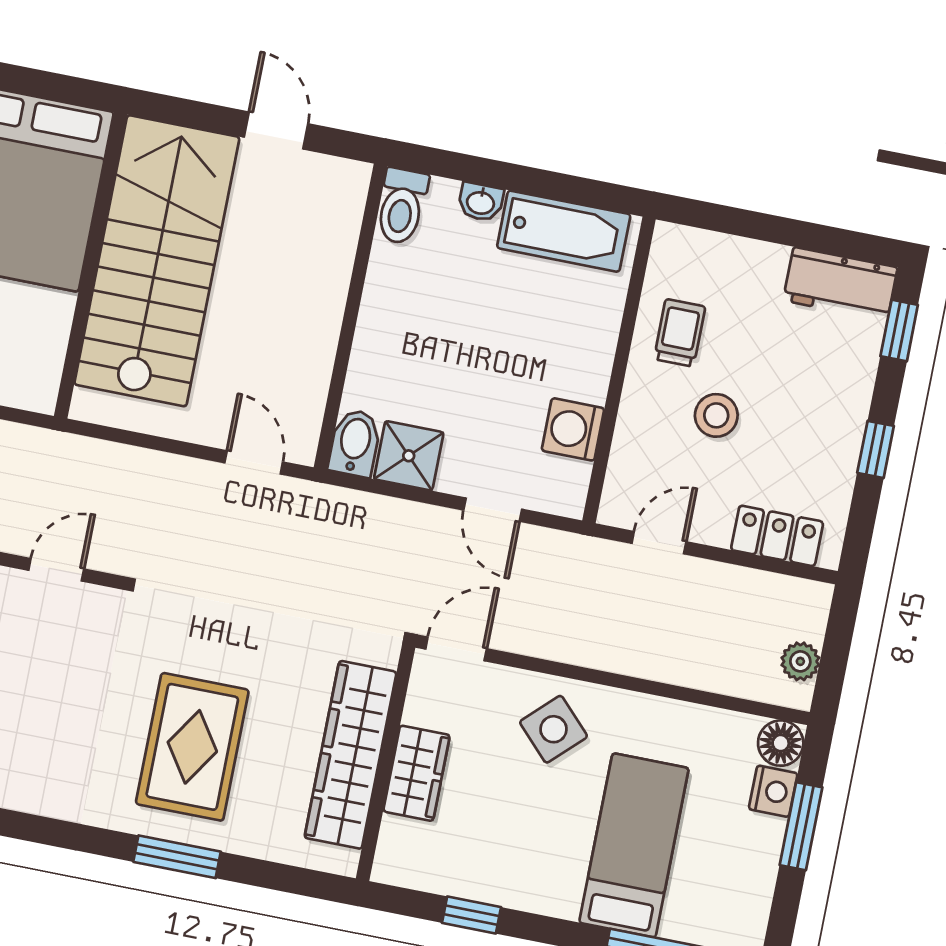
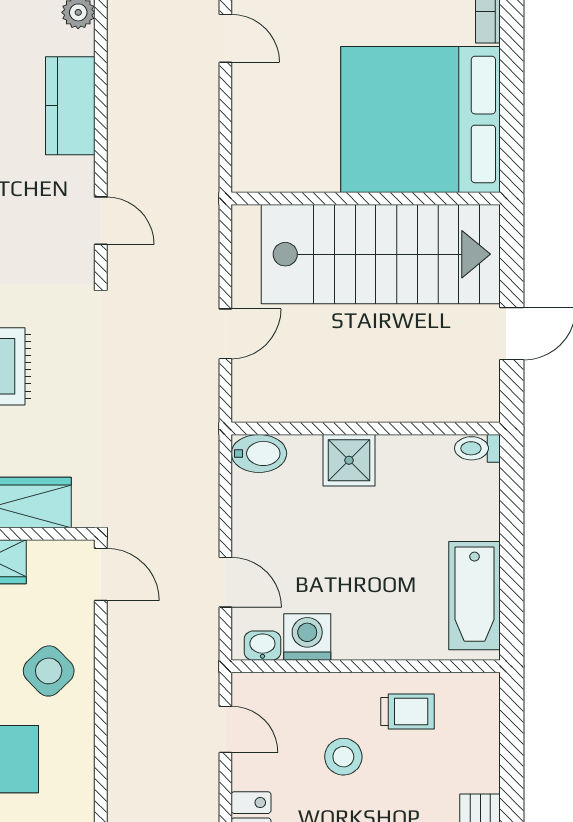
washbasin: (481, 202) -> (262, 646), moved, turned 90
toilet: (402, 206) -> (477, 448), width x0.73, depth x0.72
shower: (409, 456) -> (349, 460), moved
door: (254, 462) -> (225, 334), moved
door: (493, 510) -> (225, 582), swing flipped

